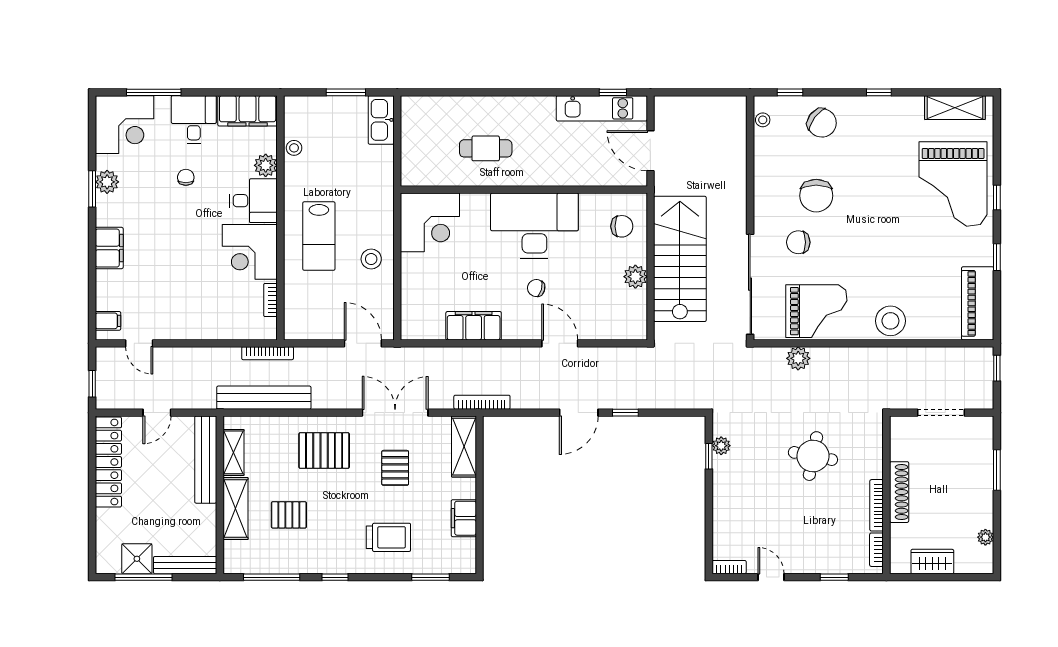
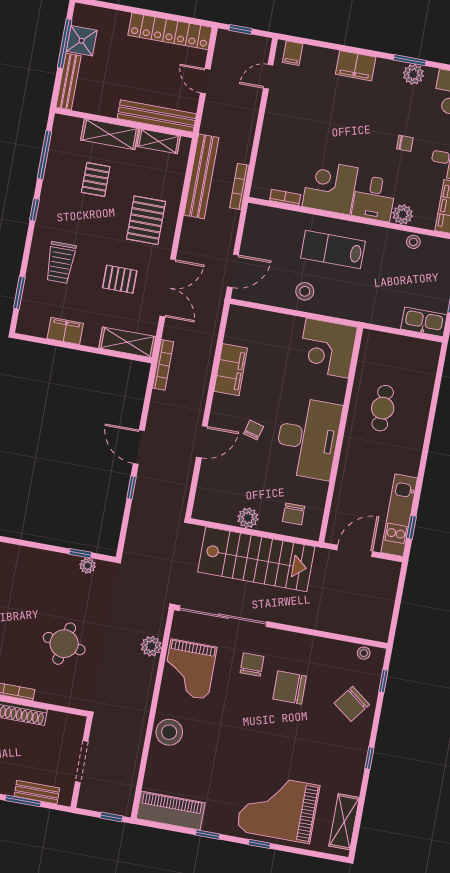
bench: (984, 456) -> (37, 792), added

